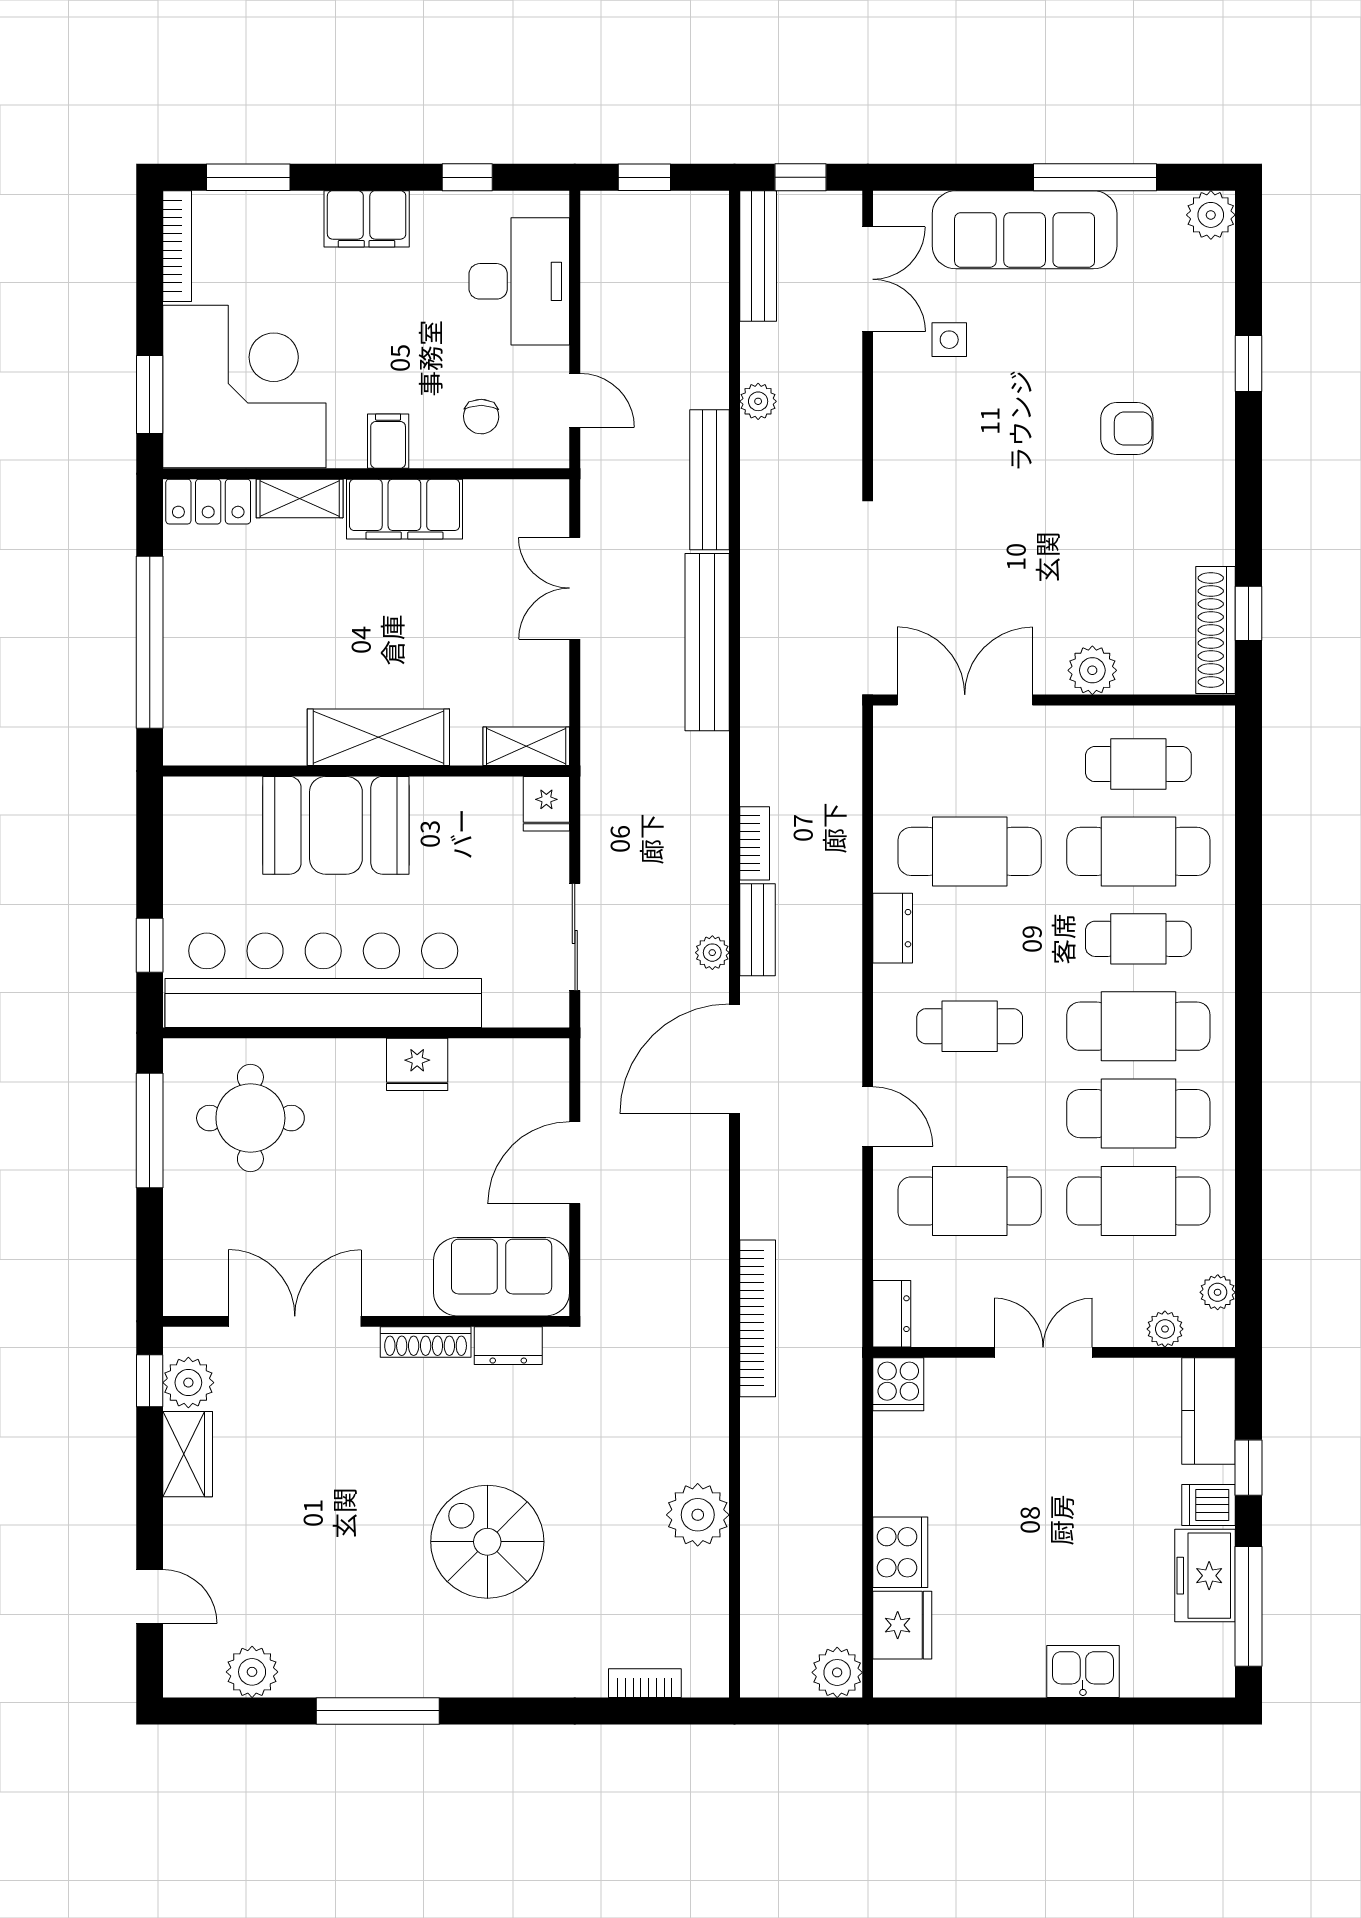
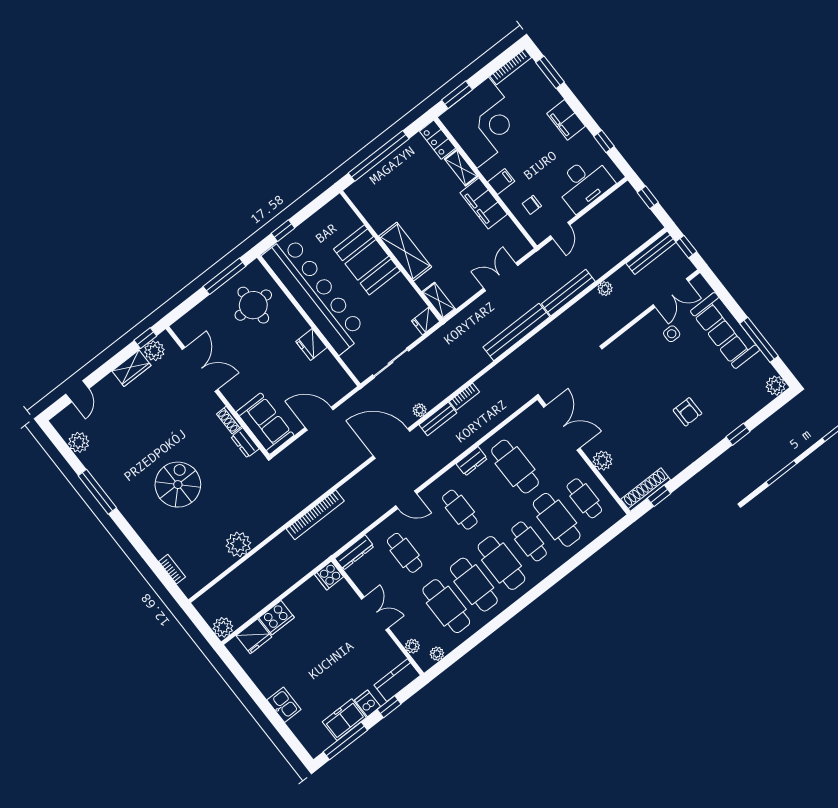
door: (868, 1116) -> (406, 500), hinge flipped
cafe table: (970, 1201) -> (405, 553), width x0.73, depth x0.74
dresser: (892, 1314) -> (354, 552), width x1.44
shoe rack: (426, 1342) -> (229, 420), width x0.70

